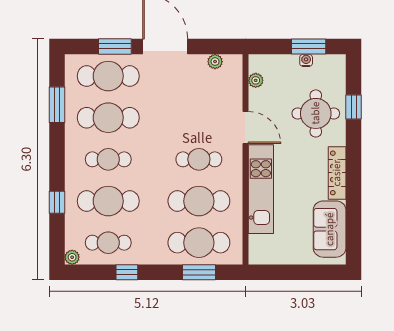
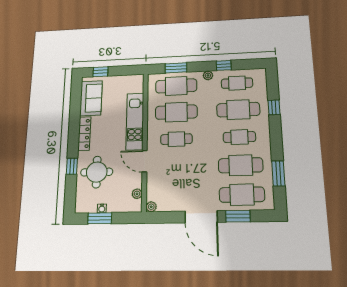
plant: (215, 62) -> (151, 207), moved
window: (354, 107) -> (72, 166), moved
plant: (72, 257) -> (208, 75), moved
window: (317, 272) -> (100, 72), added

